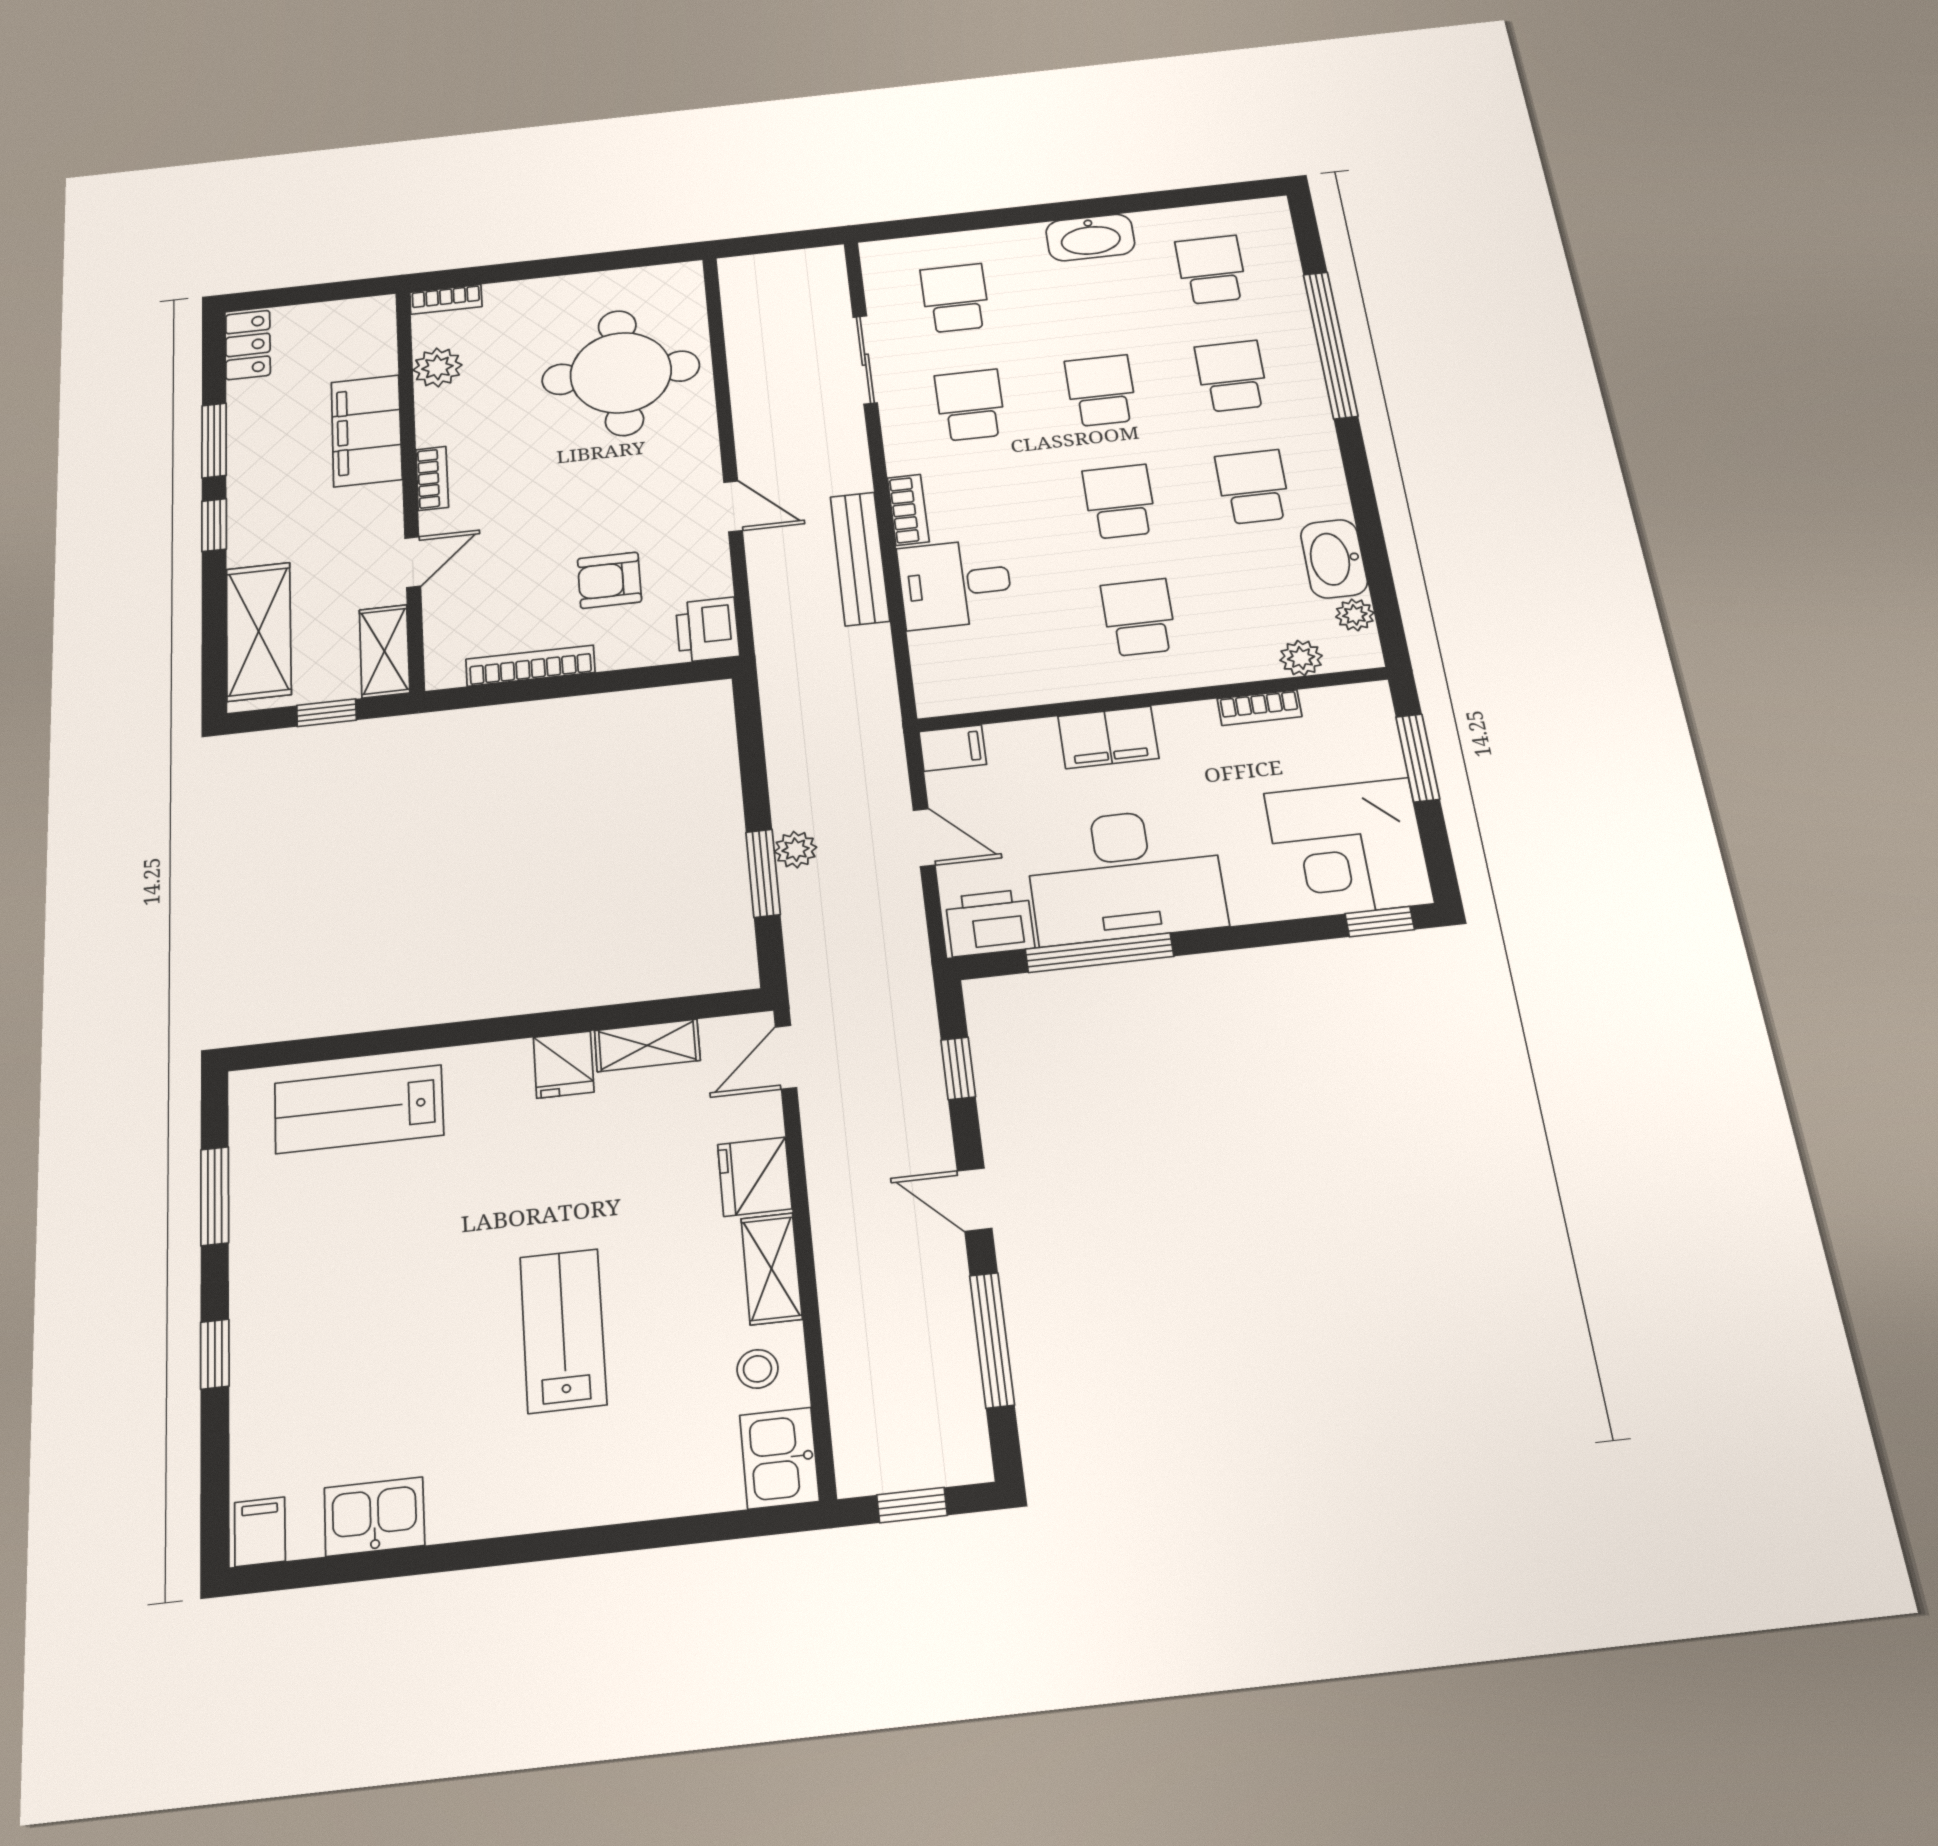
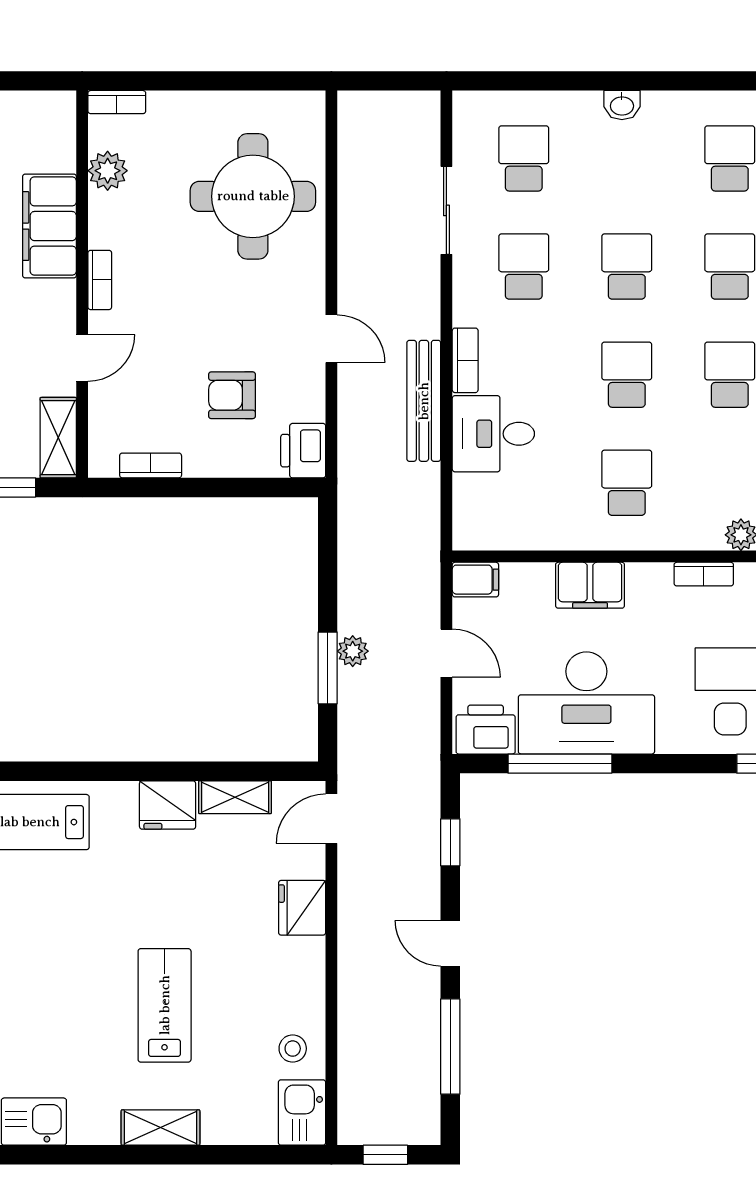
washbasin: (1090, 238) -> (622, 105), width x0.52, depth x0.69
bookcase: (530, 666) -> (151, 465), width x0.64
fridge: (564, 1065) -> (168, 805), width x1.38
shelving: (771, 1269) -> (161, 1128), moved, turned 90

